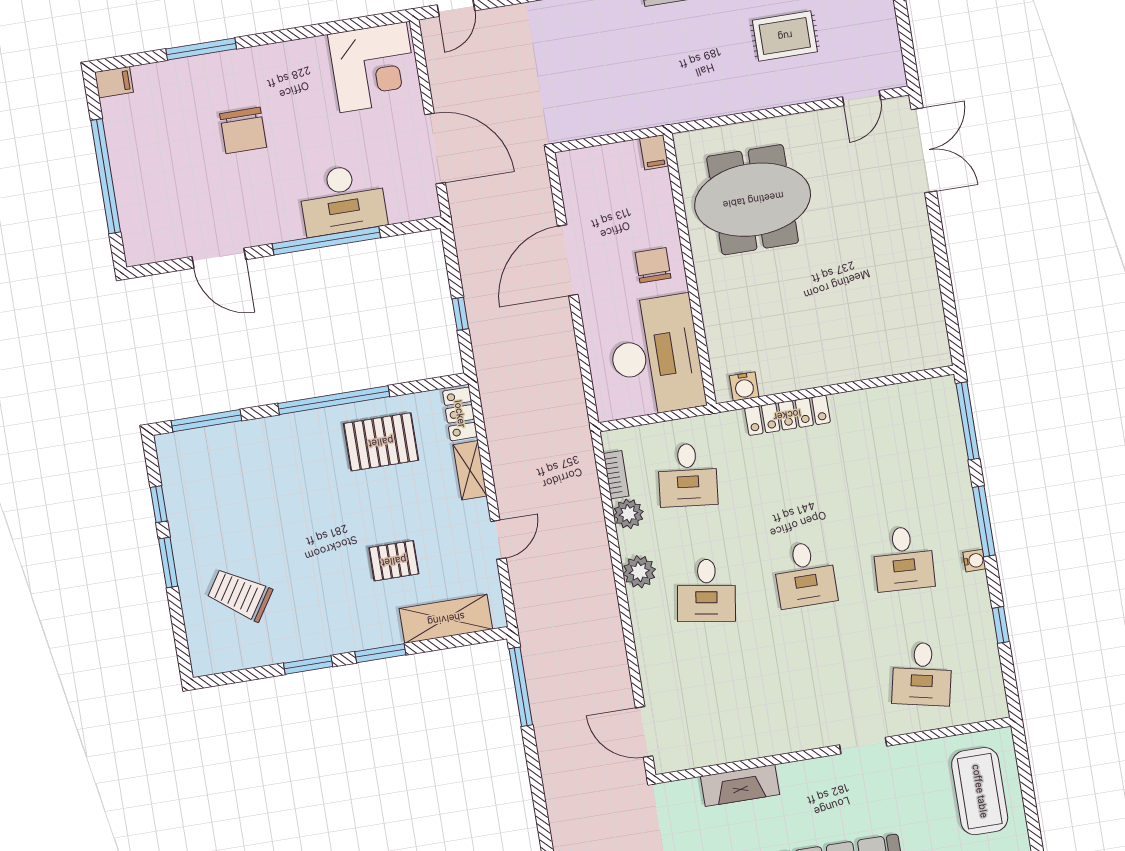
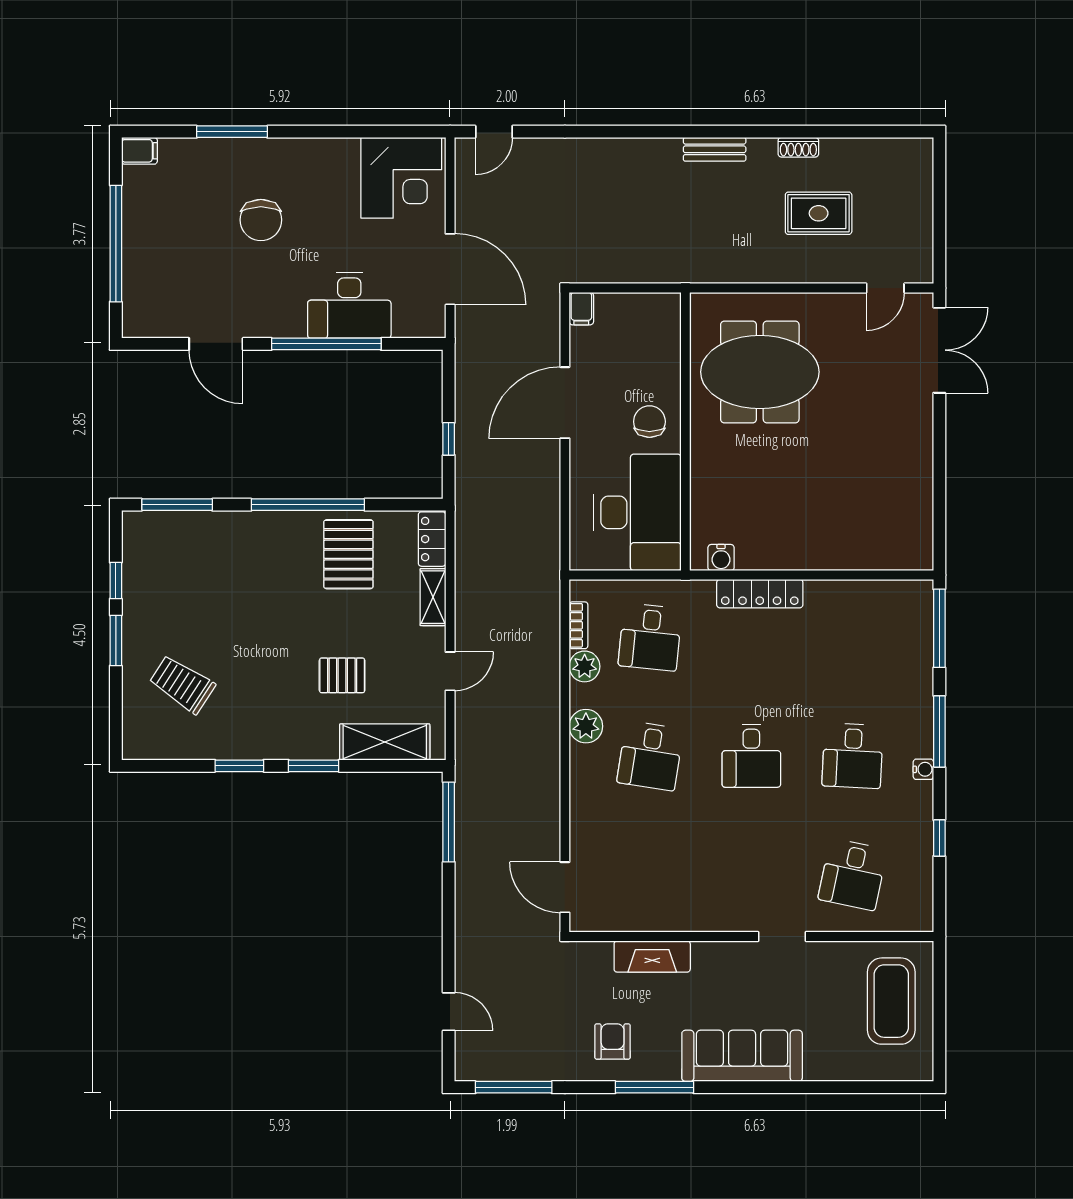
filing cabinet: (654, 152) -> (581, 309), moved
pallet: (381, 442) -> (348, 554), turned 90

